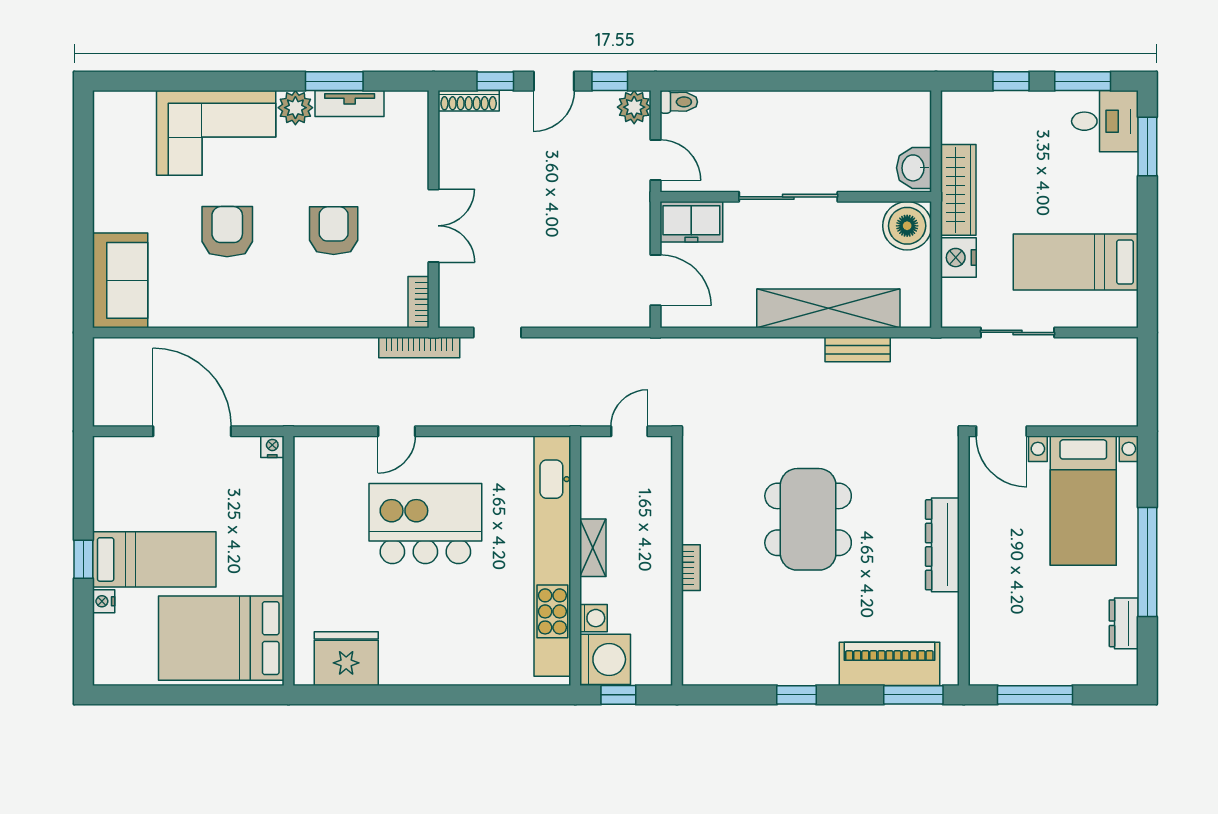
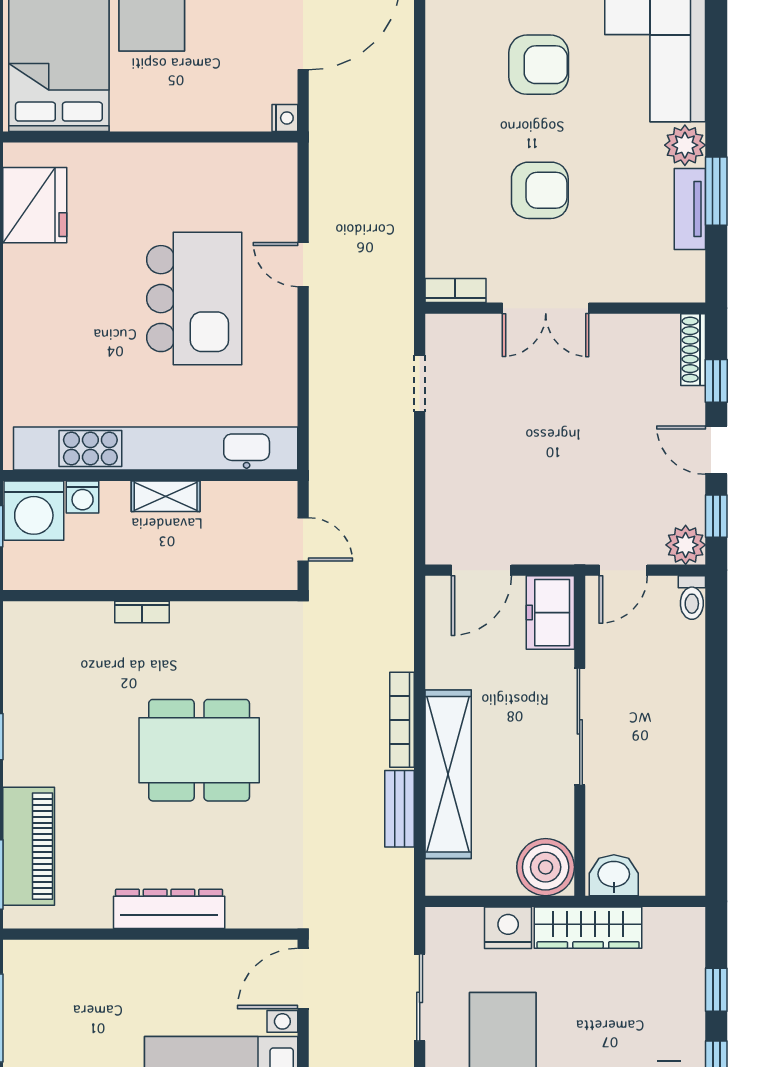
bookcase: (419, 347) -> (402, 720), moved

